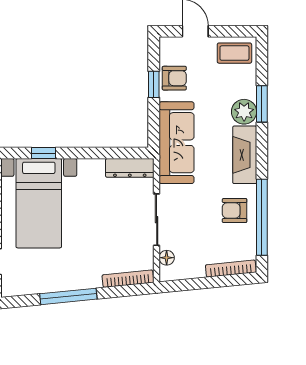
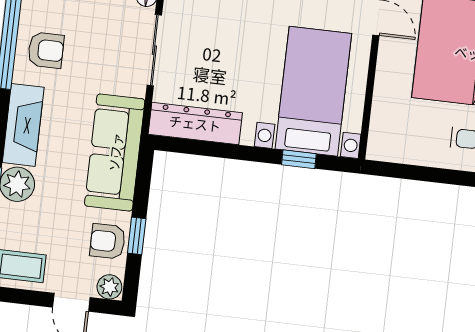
plant: (169, 45) -> (109, 287), added
dresser: (130, 168) -> (195, 123), width x1.37, depth x1.24

